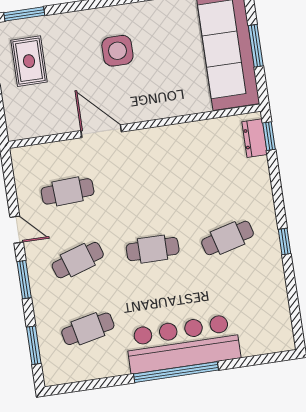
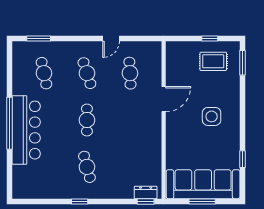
window: (24, 280) -> (80, 39), removed

